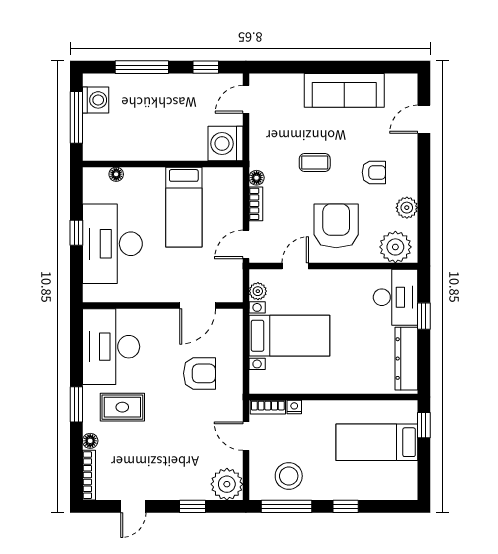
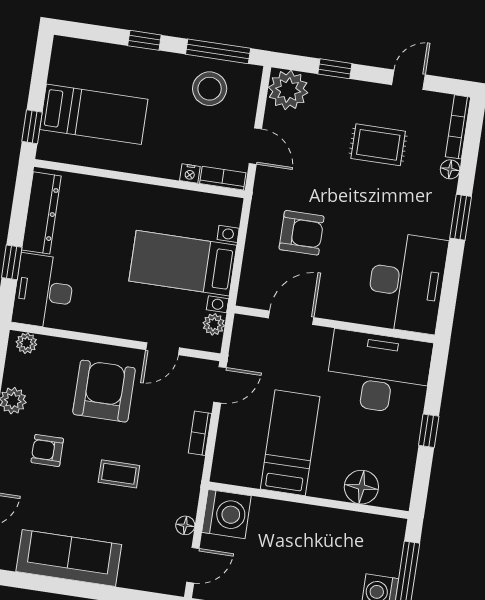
floor lamp: (116, 174) -> (361, 487), width x1.89, depth x1.89
floor lamp: (257, 178) -> (185, 525), moved
armchair: (336, 226) -> (104, 391), turned 180
desk: (112, 244) -> (379, 373), moved, turned -90
plant: (395, 247) -> (26, 343), width x0.53, depth x0.53
armchair: (199, 373) -> (302, 233), turned 180
rug: (122, 407) -> (378, 145), moved

